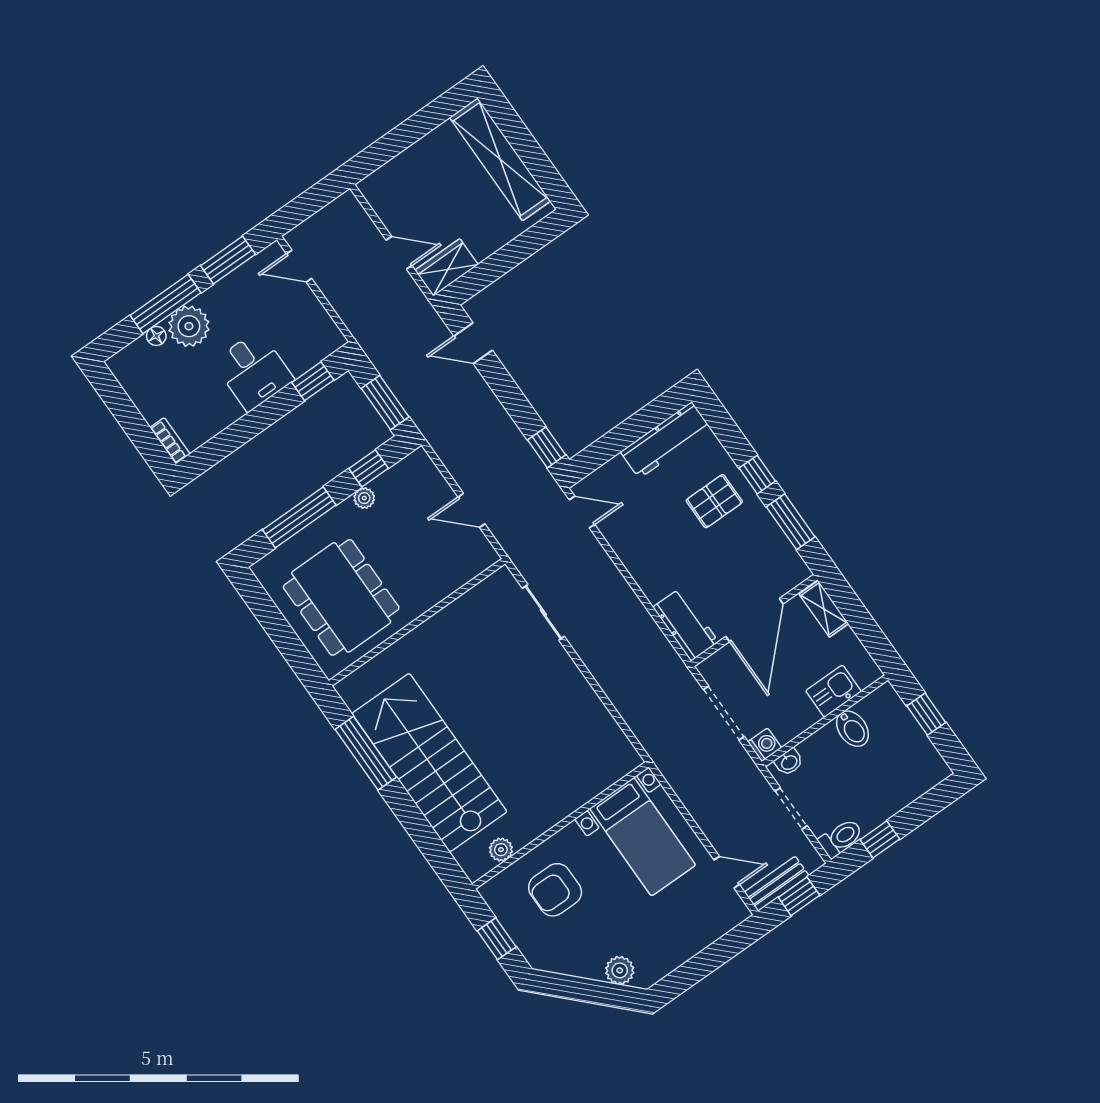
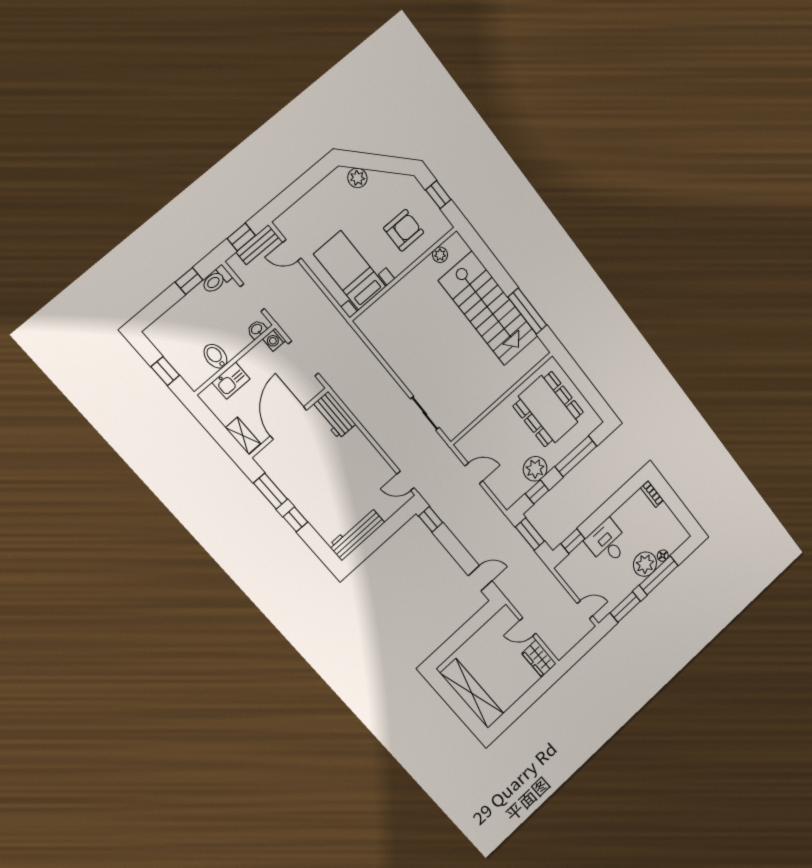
wardrobe: (447, 267) -> (539, 659), moved, turned 90
plant: (364, 498) -> (535, 469), width x1.88, depth x1.88
pallet: (714, 501) -> (322, 498), removed

